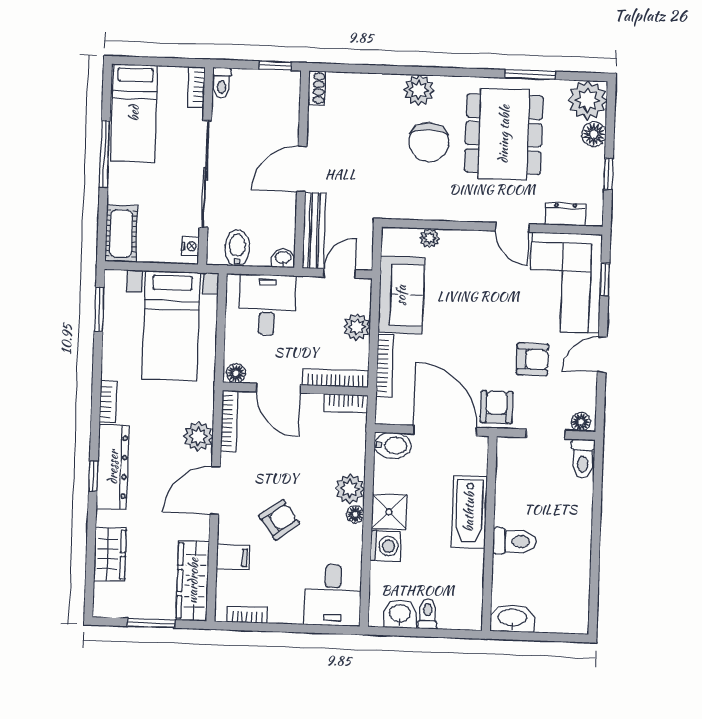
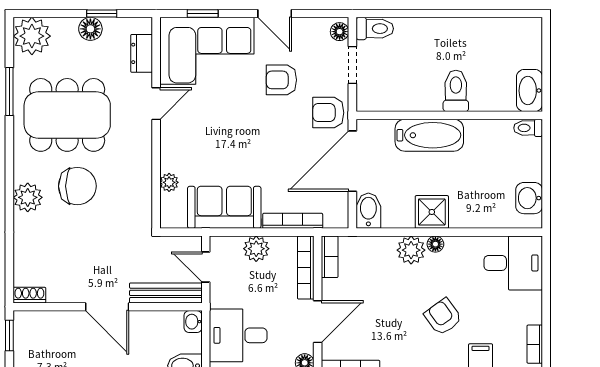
floor lamp: (594, 134) -> (90, 29), moved
armchair: (532, 359) -> (281, 80), turned -90
washing machine: (386, 546) -> (465, 214), removed
toilet: (428, 614) -> (528, 128), moved

